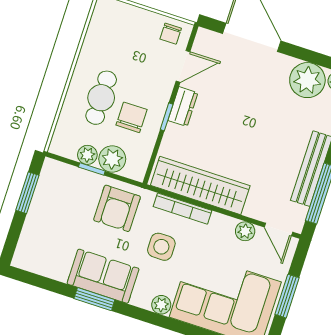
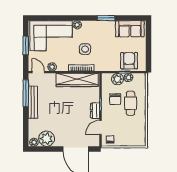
window: (27, 193) -> (148, 53), removed
armchair: (117, 208) -> (129, 61), moved
sofa: (103, 276) -> (130, 29), moved

